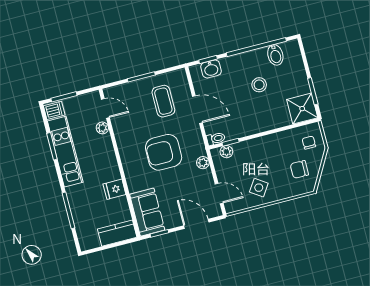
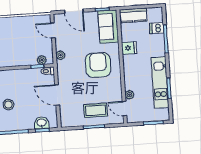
coffee table: (163, 101) -> (96, 110), moved, turned 90
dishwasher: (54, 110) -> (157, 28), moved
armchair: (164, 152) -> (98, 65), moved, turned -90
side table: (259, 188) -> (23, 29), removed

